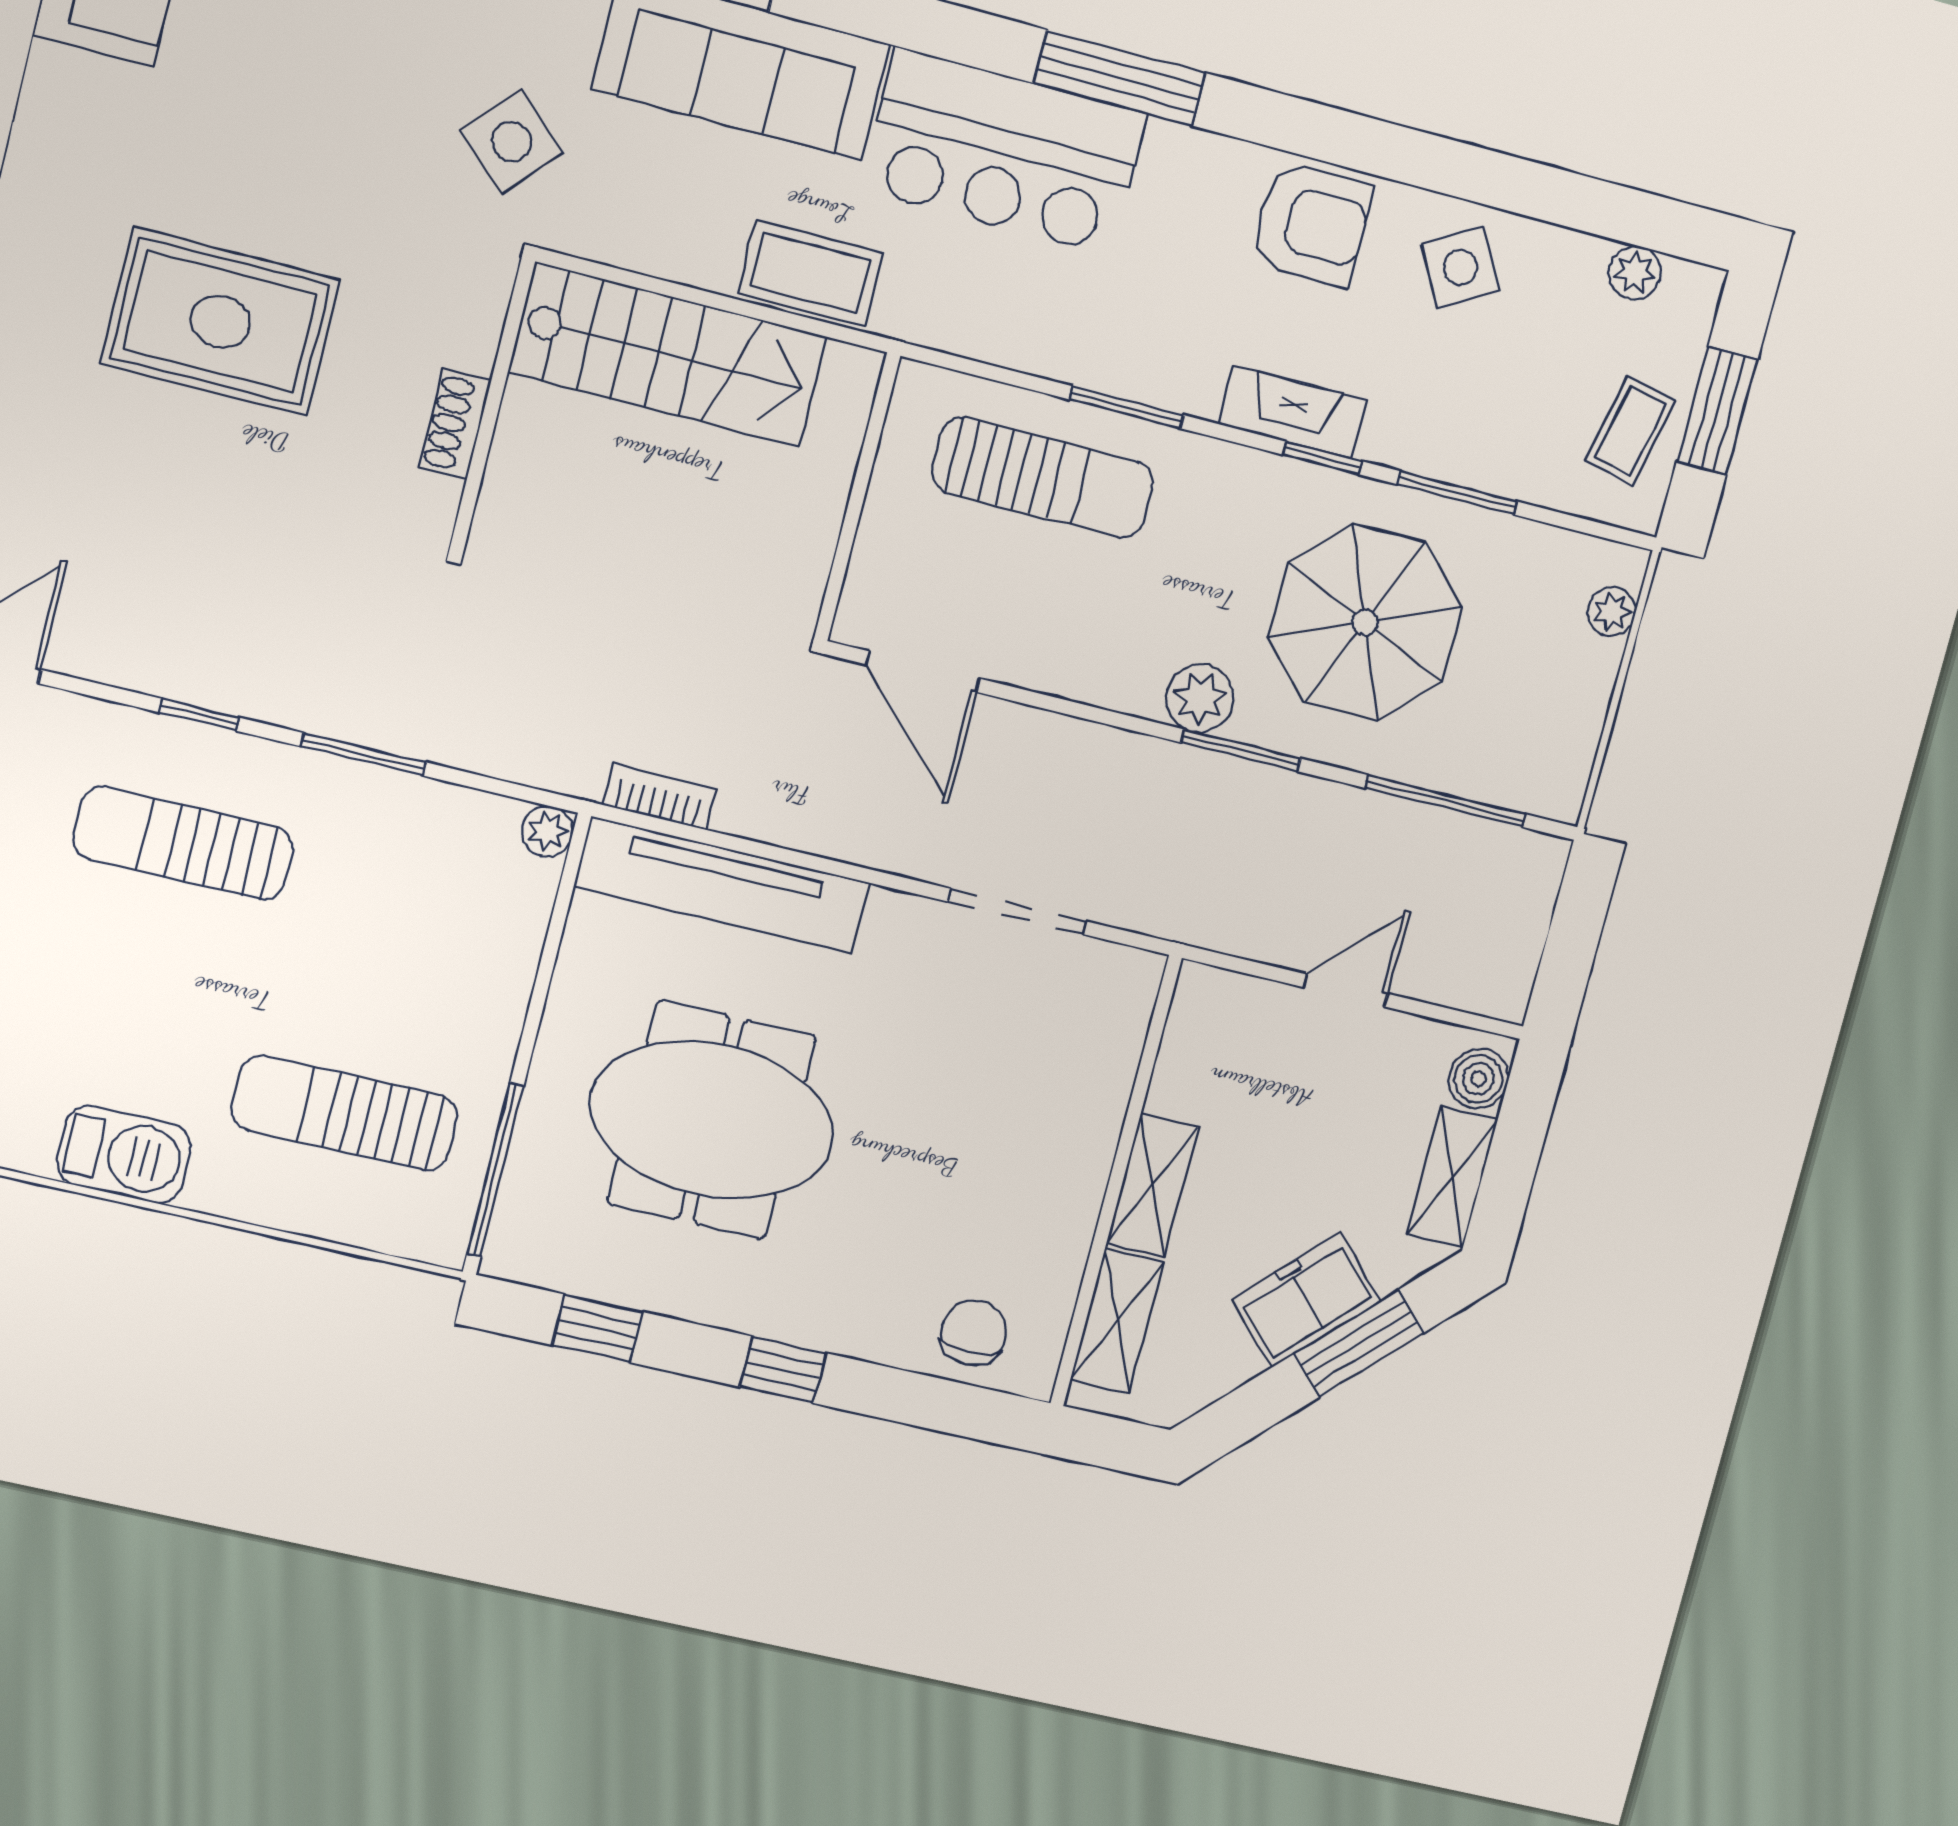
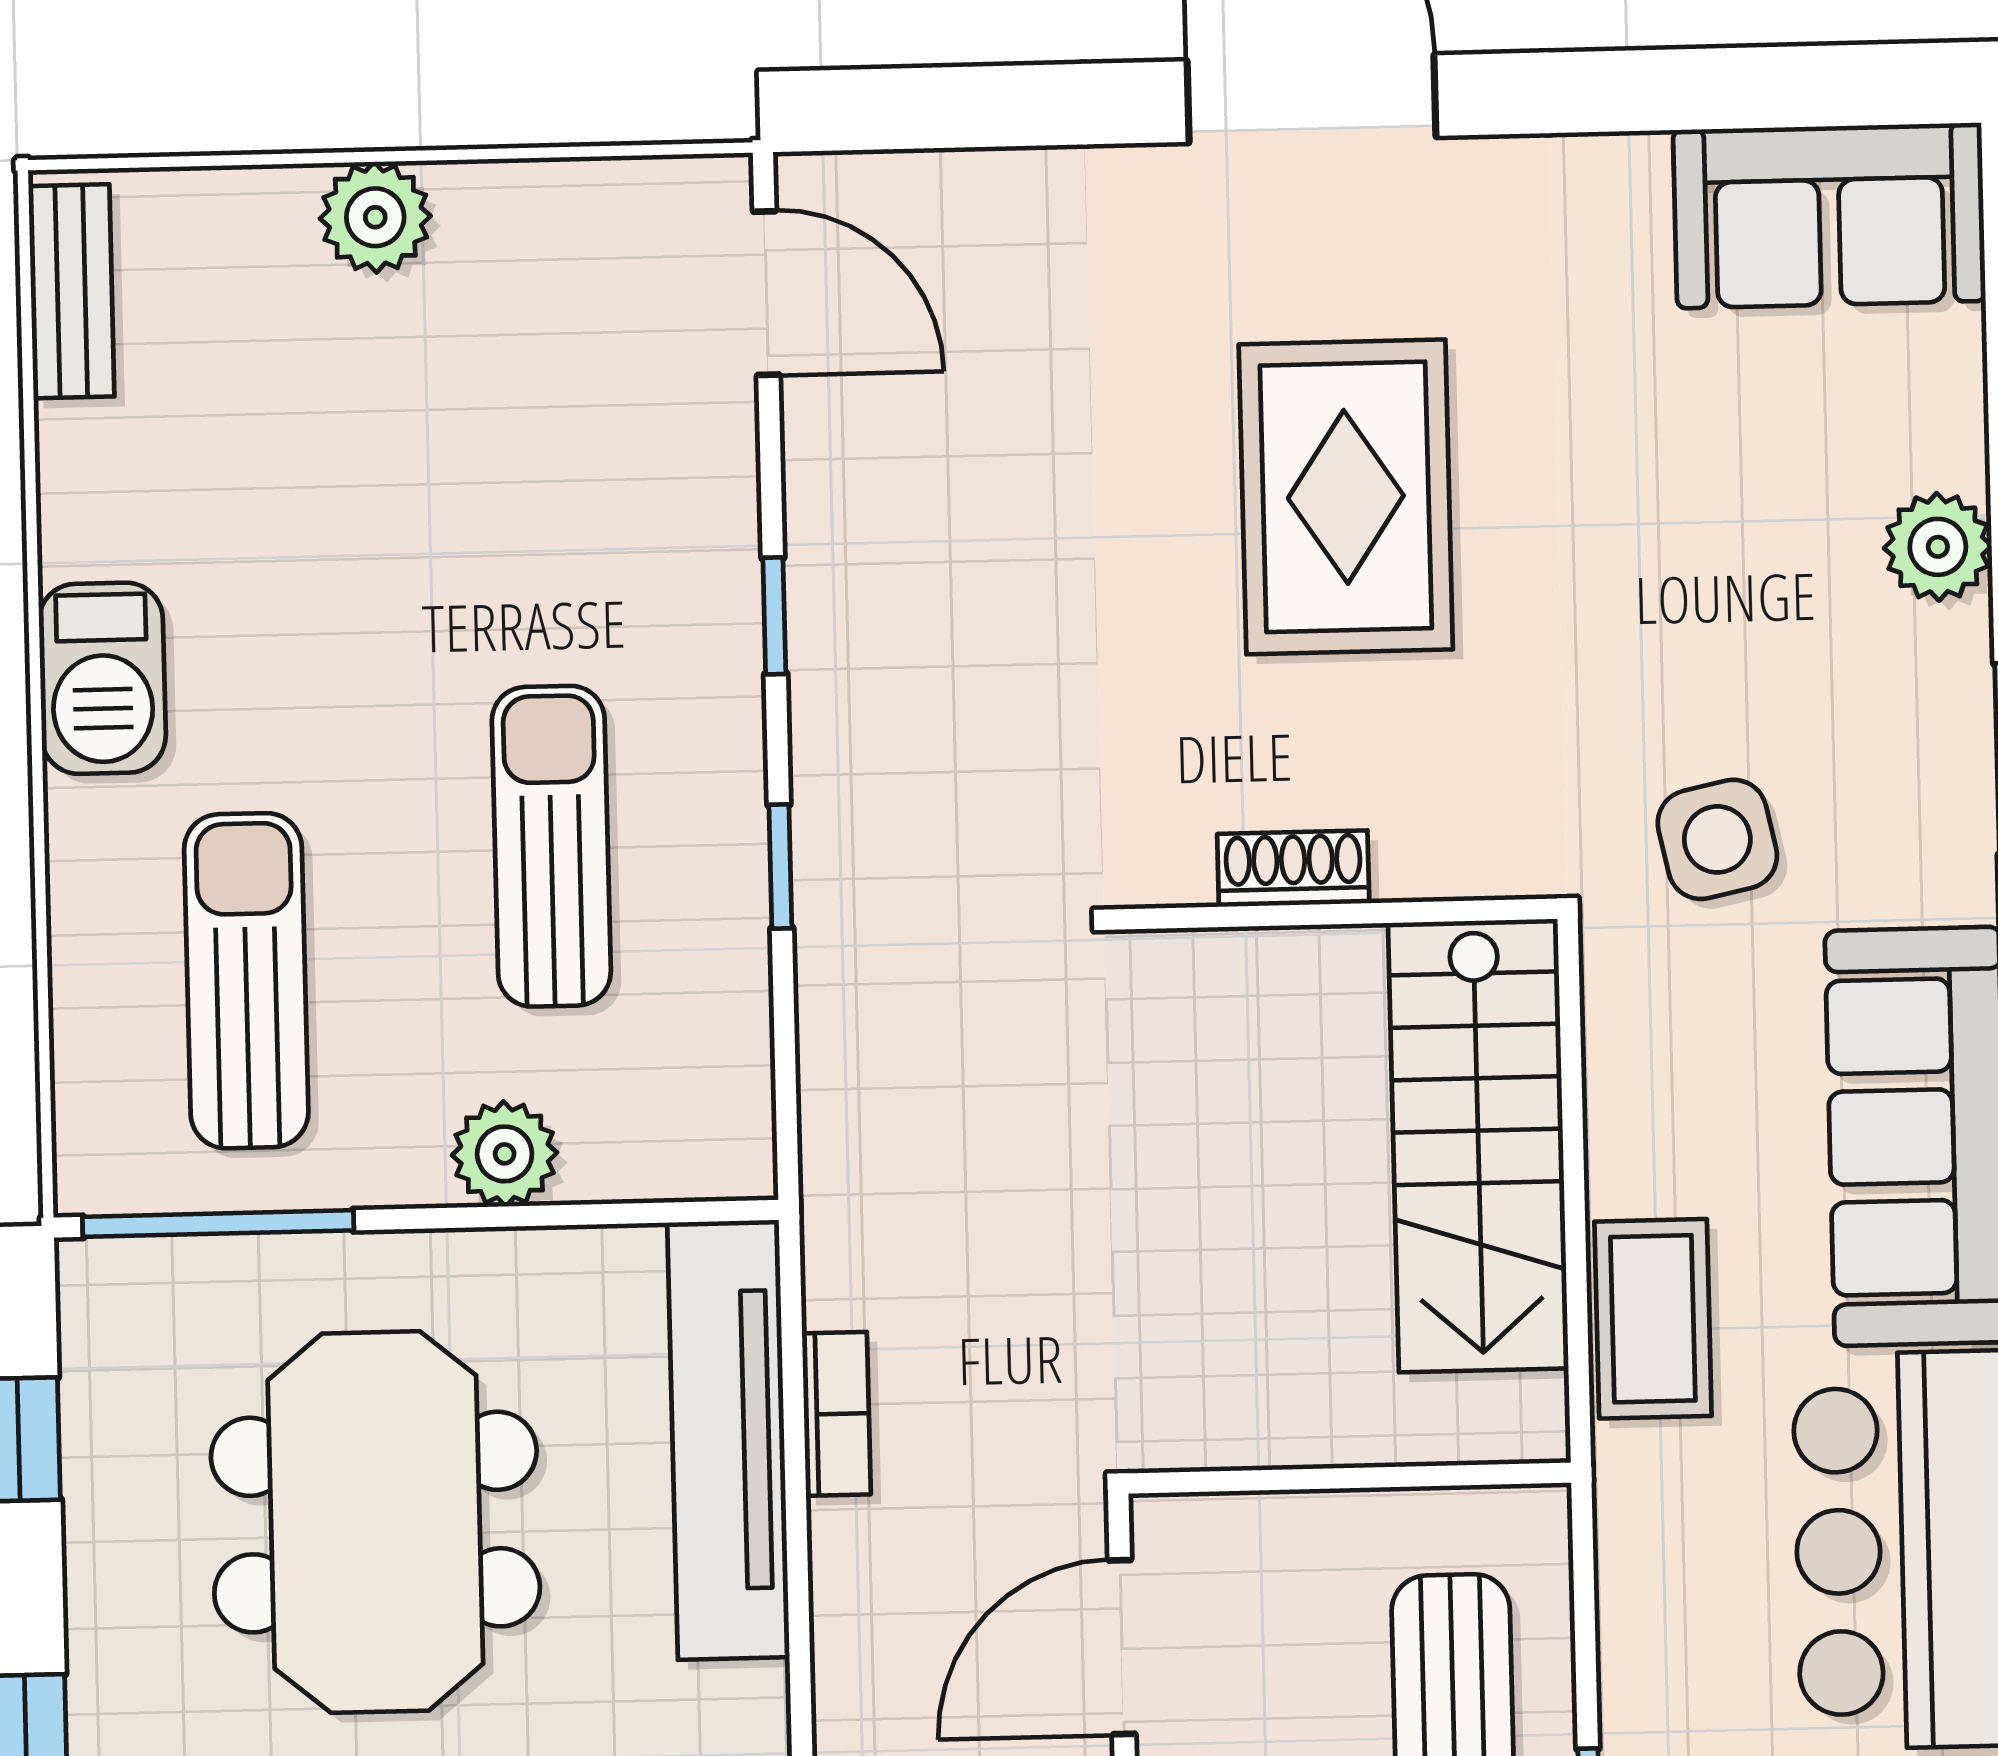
side table: (512, 142) -> (1717, 839), turned 36
window: (364, 754) -> (780, 866), width x0.67
bookcase: (659, 797) -> (836, 1414), moved
plant: (547, 831) -> (505, 1154), moved, width x1.38, depth x1.38
sun lounger: (183, 843) -> (551, 846), moved

